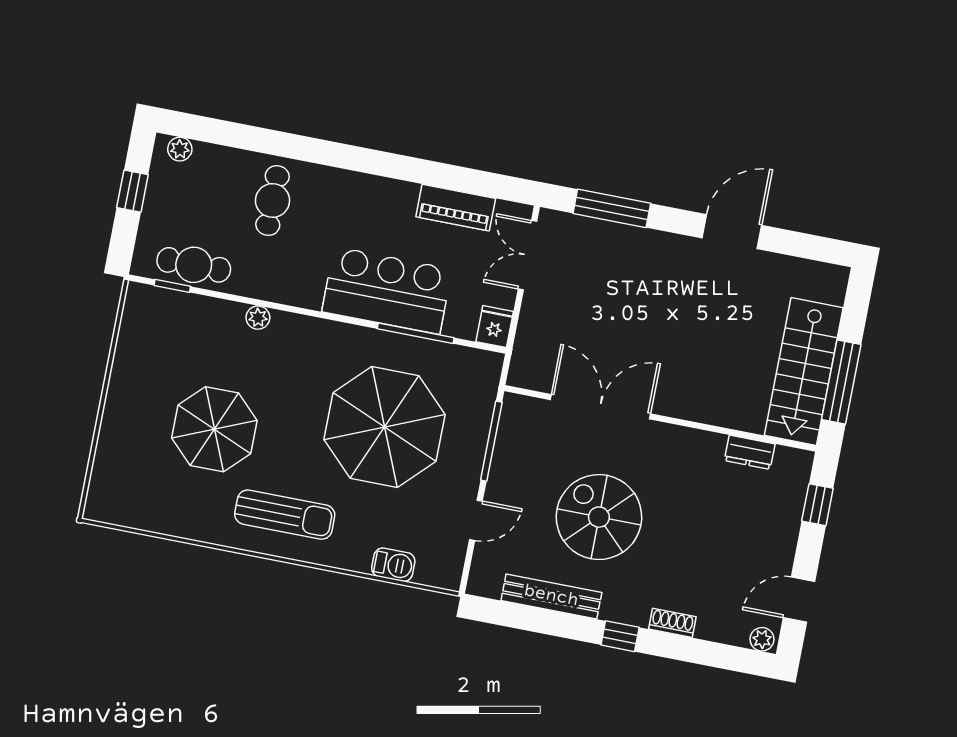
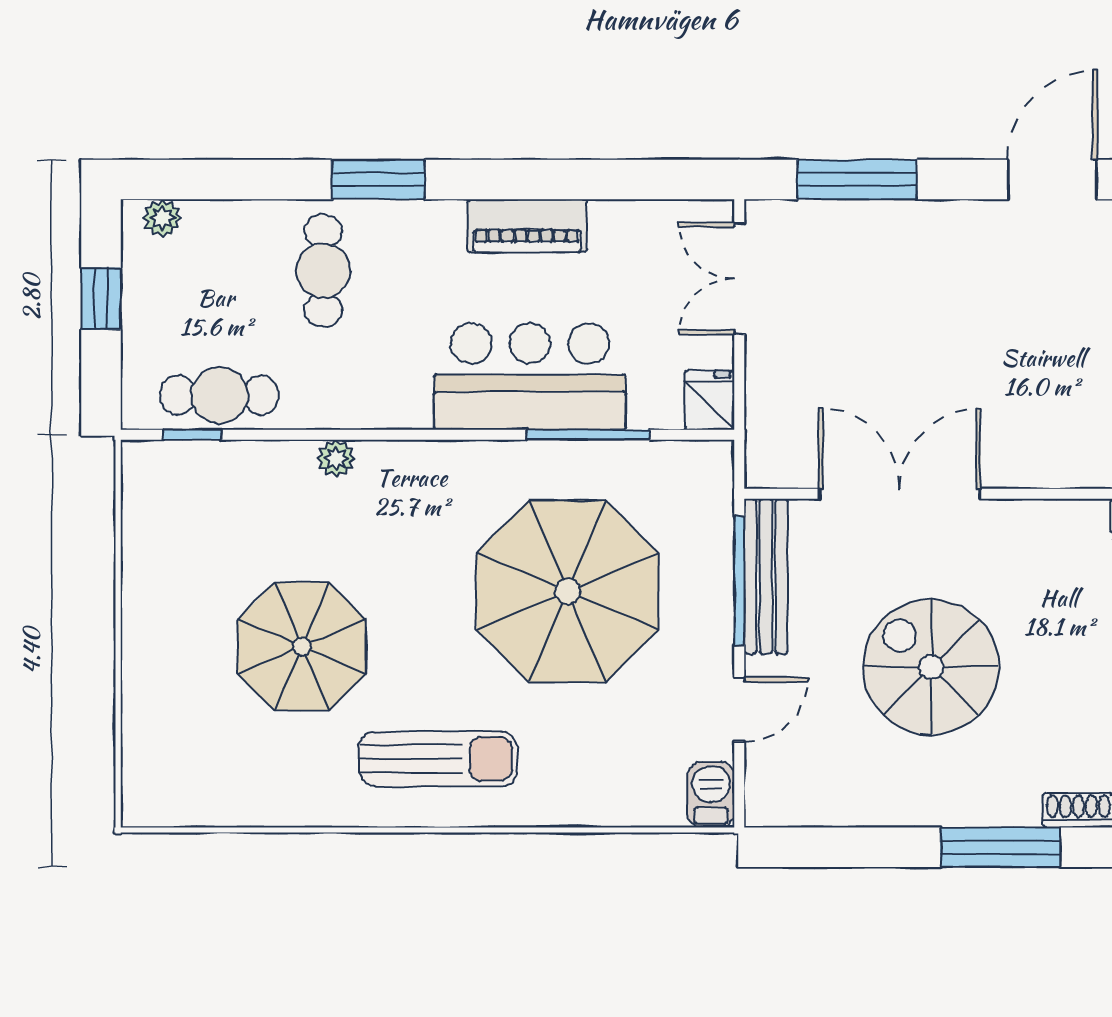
window: (317, 151) -> (378, 179), added
piano: (456, 208) -> (527, 226), moved
barbecue: (393, 565) -> (711, 795), moved, turned -90
bench: (551, 596) -> (766, 576), moved, turned 90
window: (620, 636) -> (1000, 847), width x2.17

